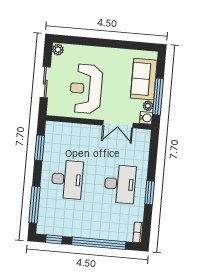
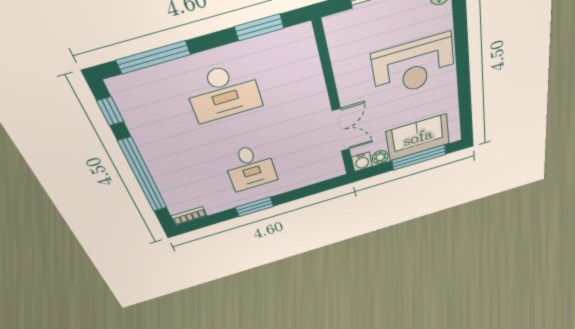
reception desk: (86, 89) -> (414, 66), moved, turned 180
window: (158, 97) -> (419, 157), moved
double door: (118, 124) -> (341, 130), swing flipped
desk: (120, 184) -> (250, 167), width x0.73

